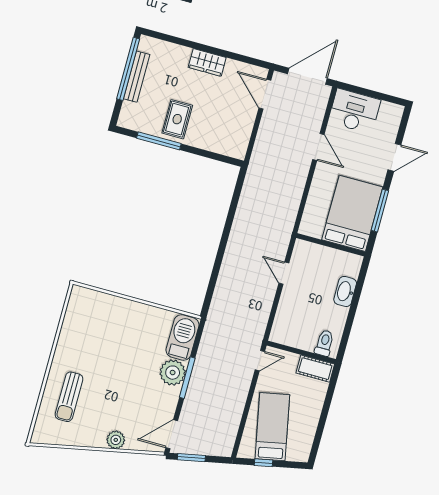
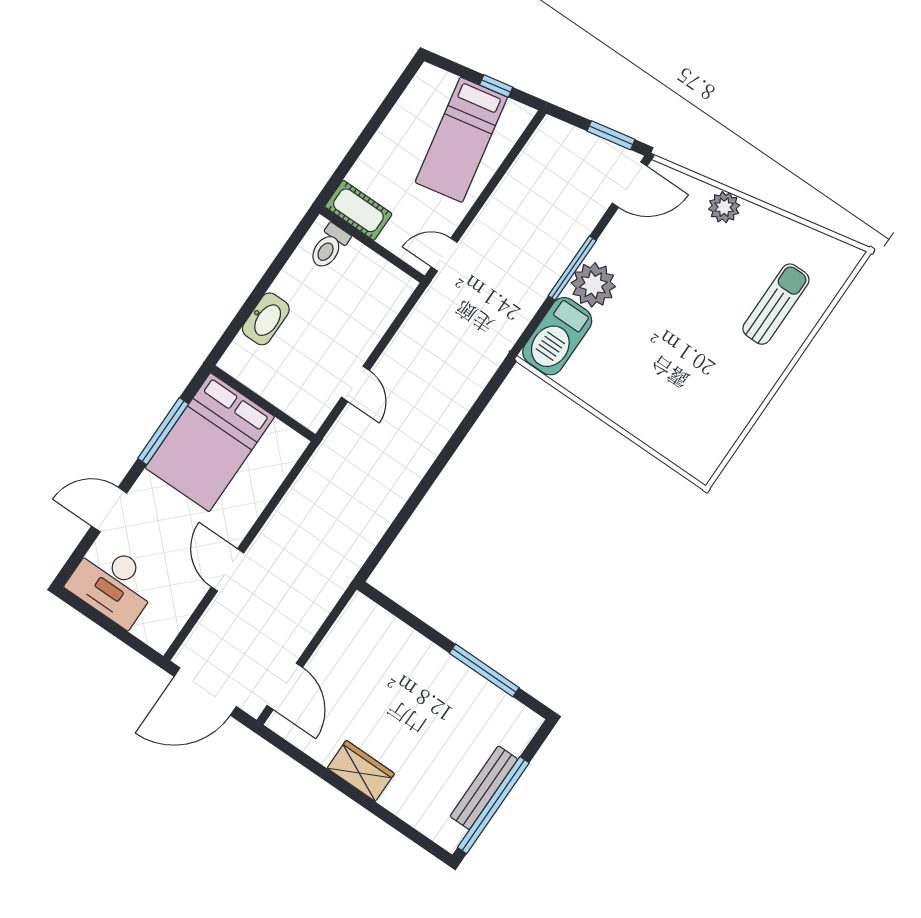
desk: (354, 111) -> (113, 584), moved
rug: (177, 119) -> (442, 695), removed

